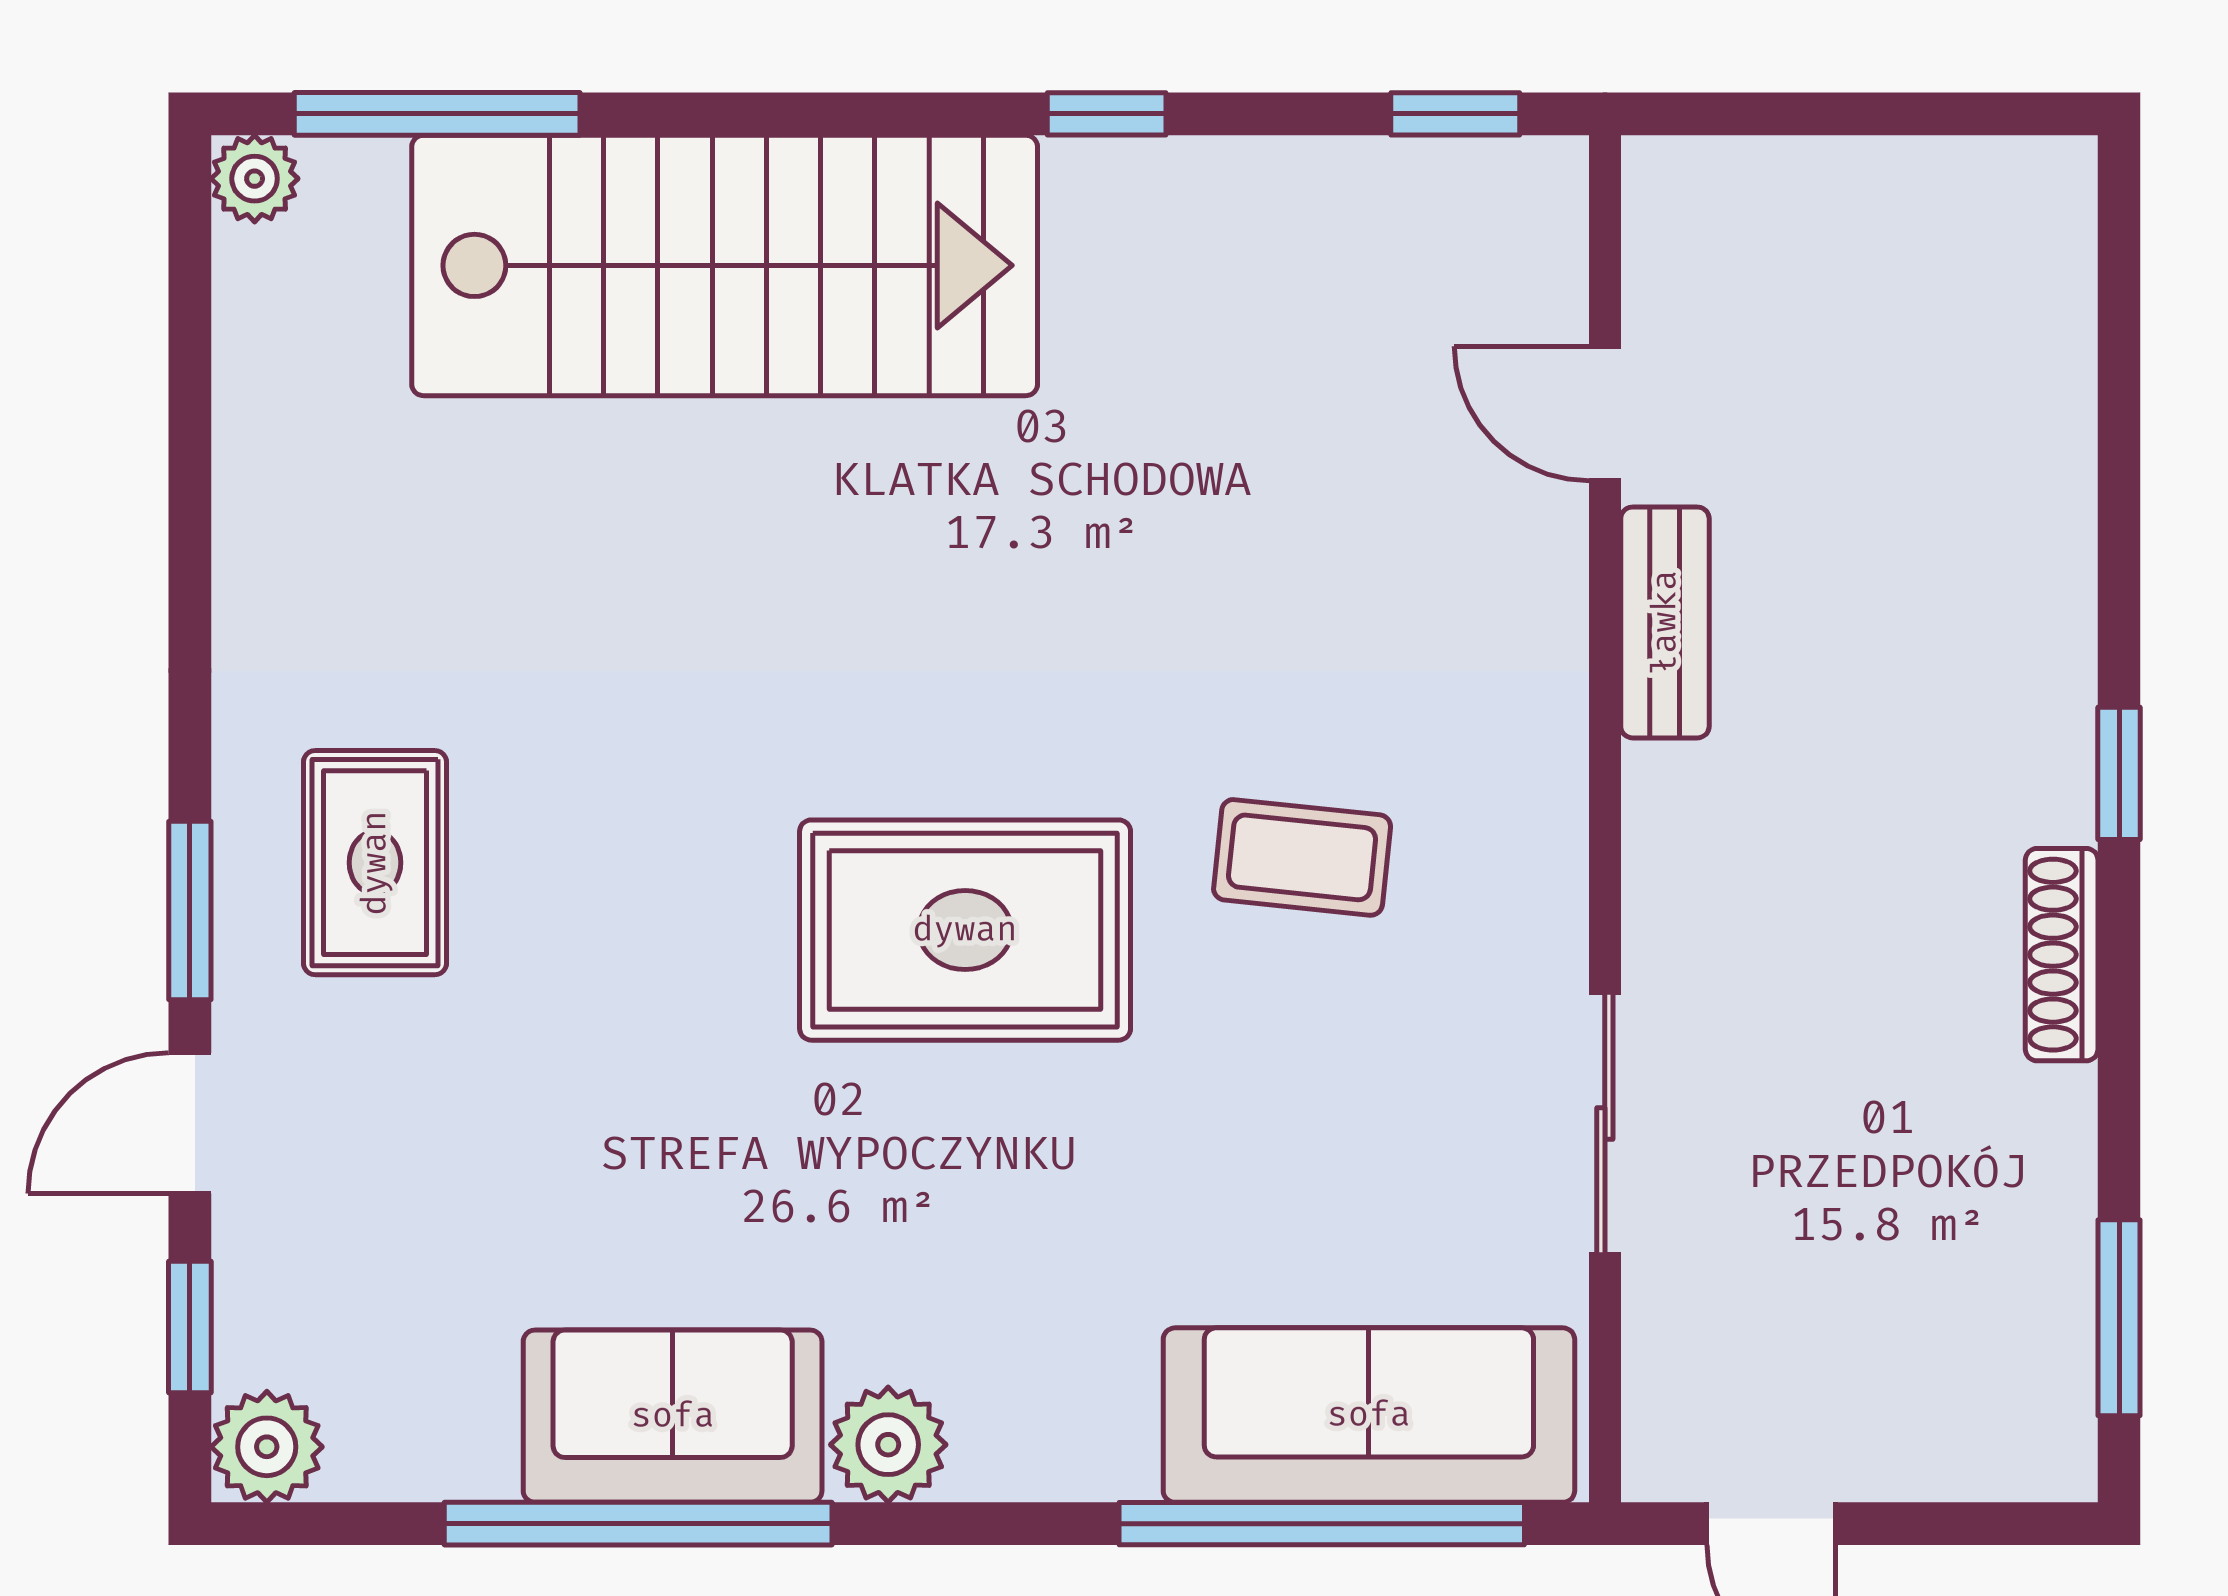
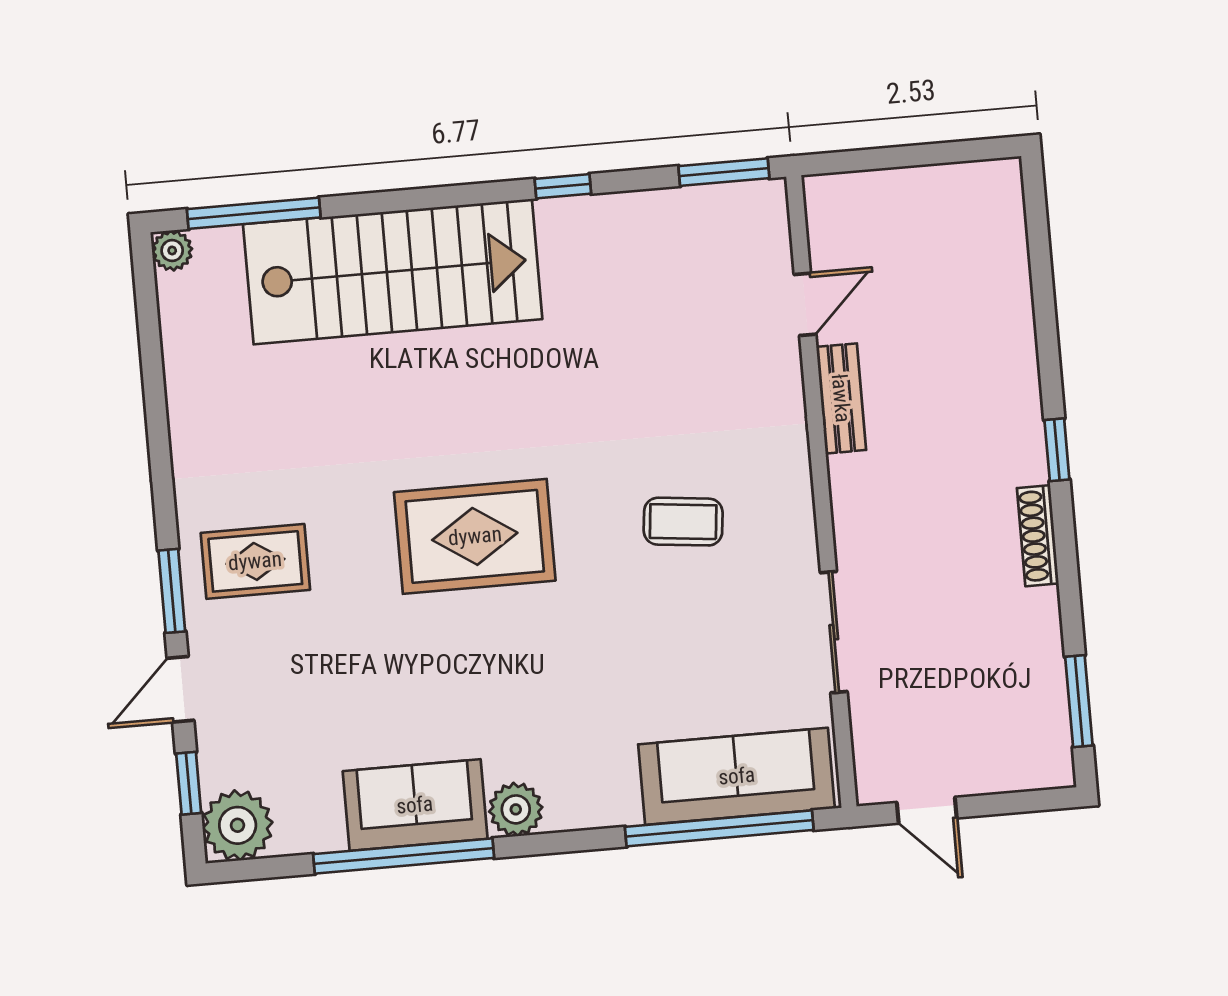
window: (1455, 114) -> (724, 172), width x1.50
door: (1605, 414) -> (805, 304), swing flipped
rug: (375, 863) -> (255, 561), turned 90
rug: (965, 930) -> (475, 536), moved
plant: (267, 1447) -> (238, 825), width x1.36, depth x1.36

